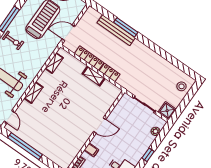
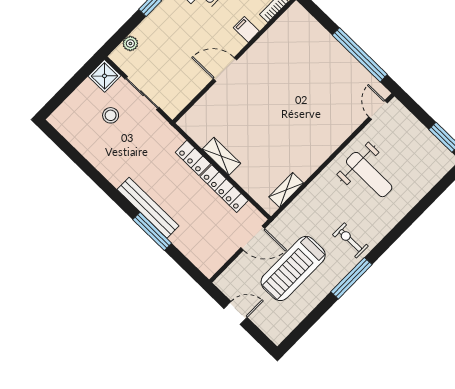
bench: (116, 30) -> (148, 208), moved
stool: (182, 86) -> (111, 115), moved
shelving: (33, 93) -> (330, 145), removed

